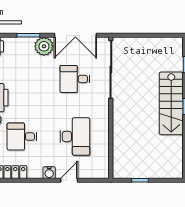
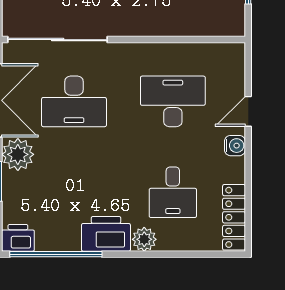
desk: (75, 79) -> (74, 101), width x1.37
door: (69, 180) -> (248, 111), hinge flipped

